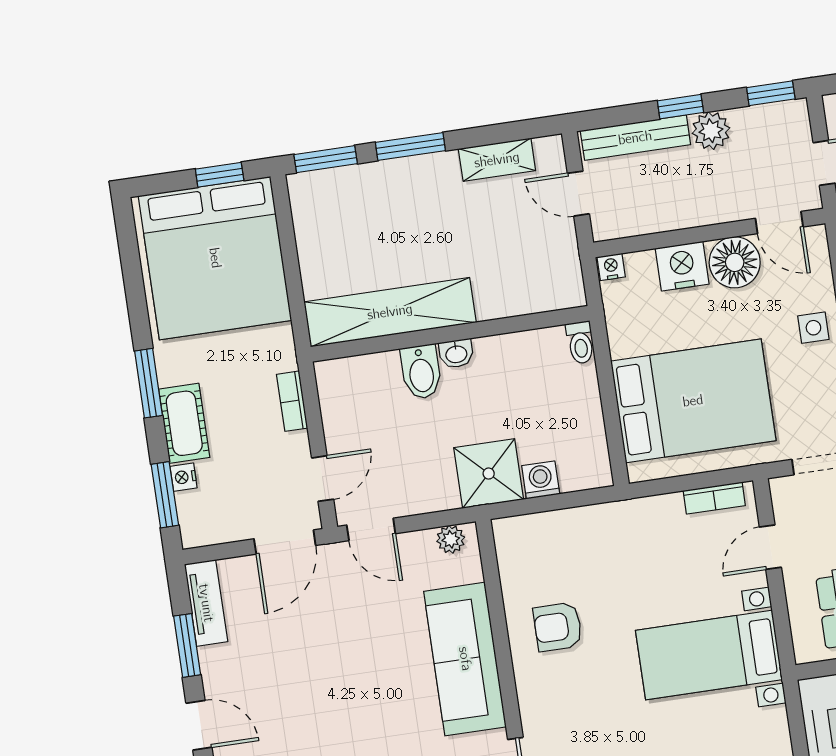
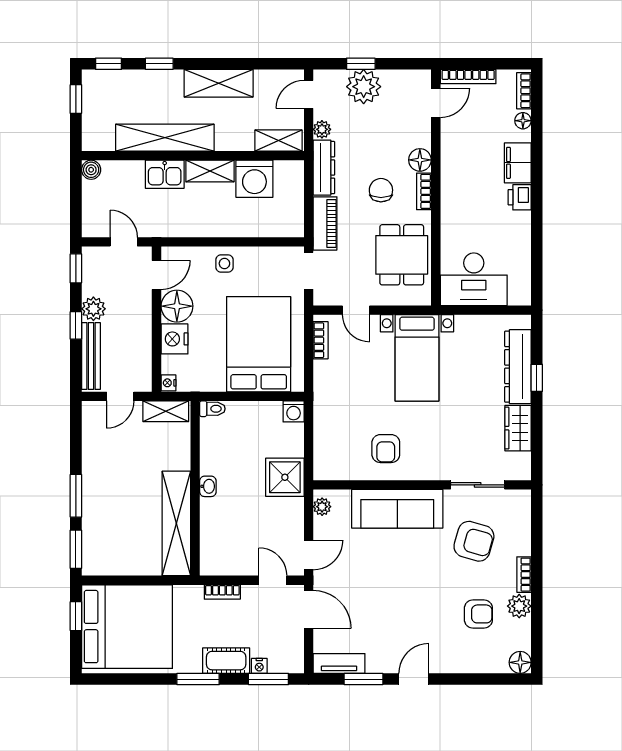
shelving: (497, 160) -> (166, 411), moved, turned 90
bidet: (421, 372) -> (216, 510), removed
washing machine: (541, 480) -> (294, 411), moved, turned -90

